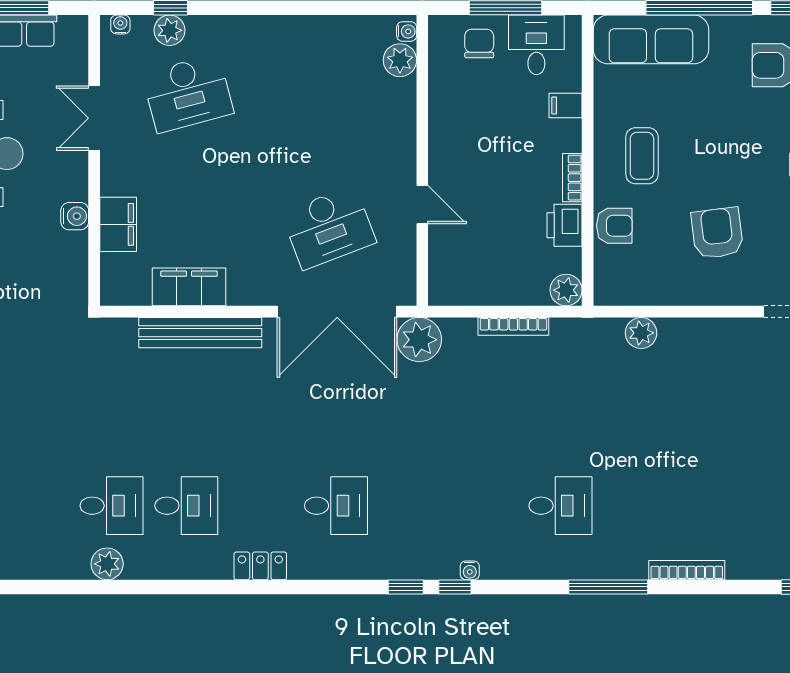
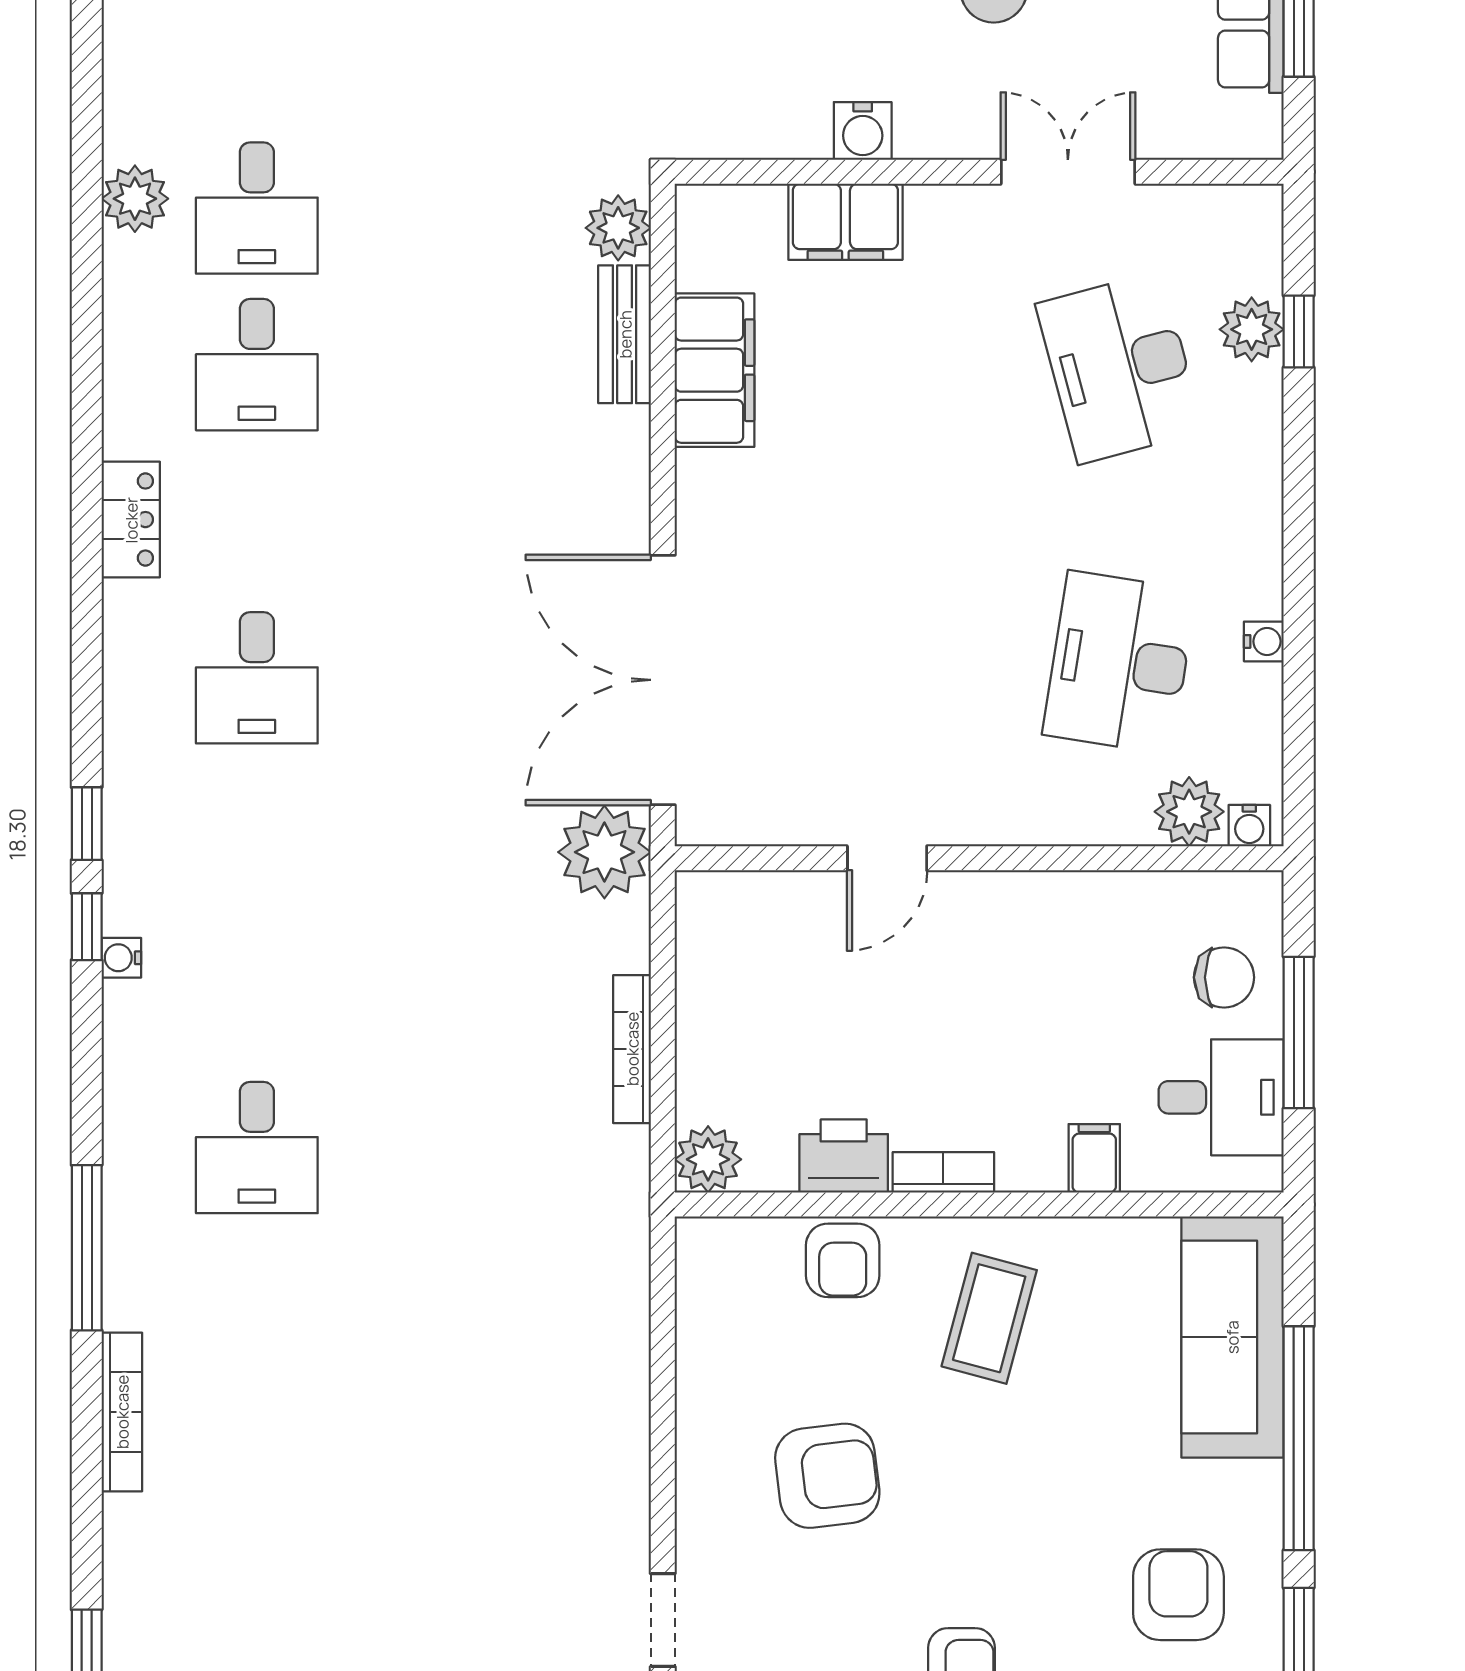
water cooler: (120, 25) -> (1264, 641), moved
coffee table: (642, 156) -> (989, 1318), turned -75
desk: (329, 228) -> (1120, 662), moved, turned 30
bench: (200, 333) -> (625, 334), width x0.54, depth x0.82
plant: (641, 333) -> (618, 228), moved

